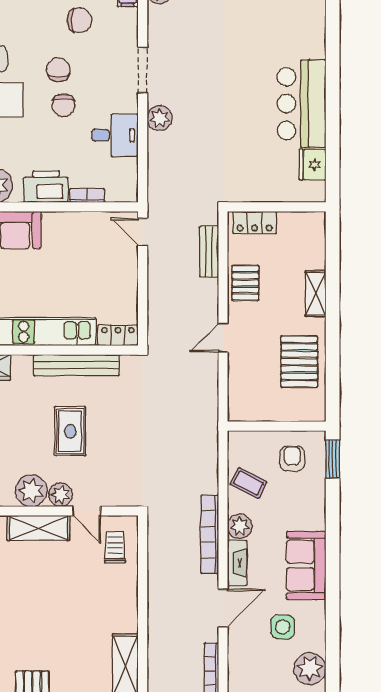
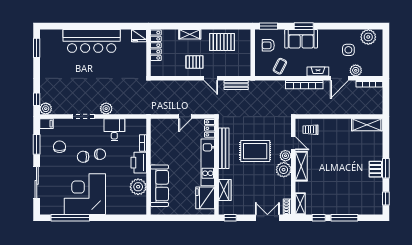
bar counter: (302, 104) -> (92, 41), width x1.36
fridge: (313, 165) -> (139, 36), moved
locker: (255, 222) -> (156, 45), moved, width x1.53
door: (143, 232) -> (185, 117), moved
bench: (209, 252) -> (236, 85), moved
pallet: (245, 283) -> (194, 62), moved
rug: (70, 431) -> (255, 151), width x1.36, depth x1.43
door: (87, 511) -> (293, 143), hinge flipped
plant: (240, 526) -> (356, 70), moved
window: (333, 533) -> (304, 26), added
sofa: (306, 566) -> (301, 39), moved
door: (223, 608) -> (339, 78), swing flipped

